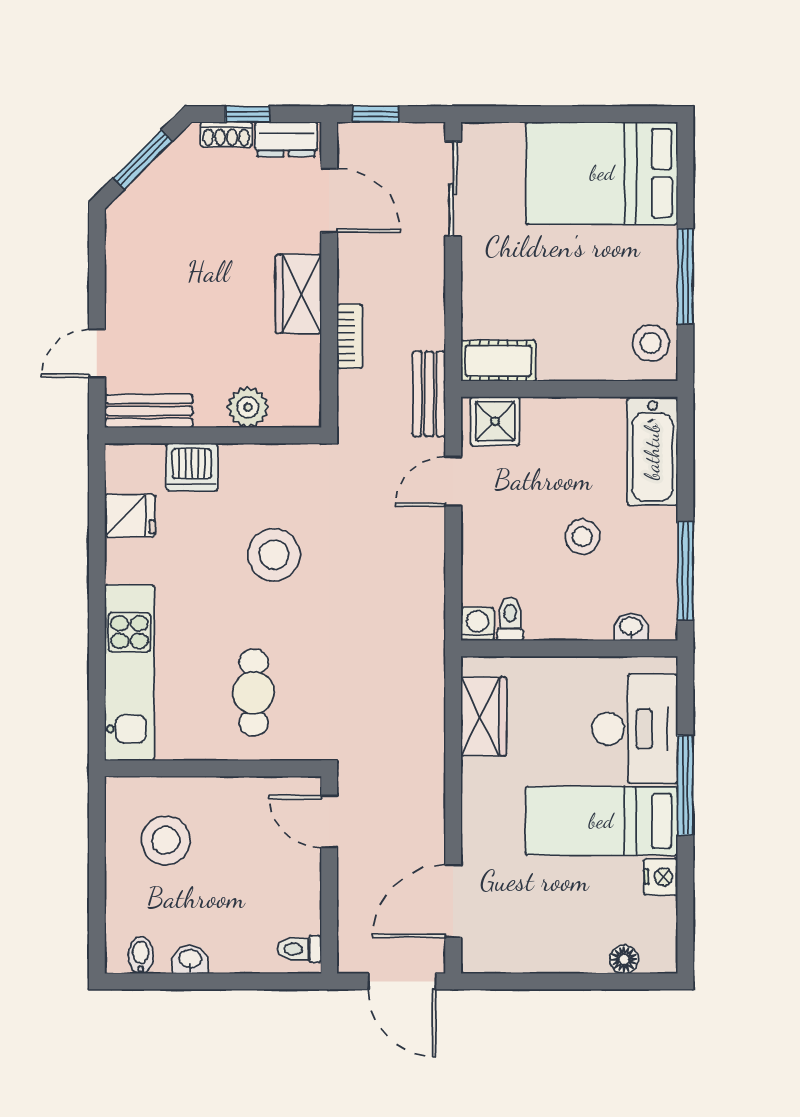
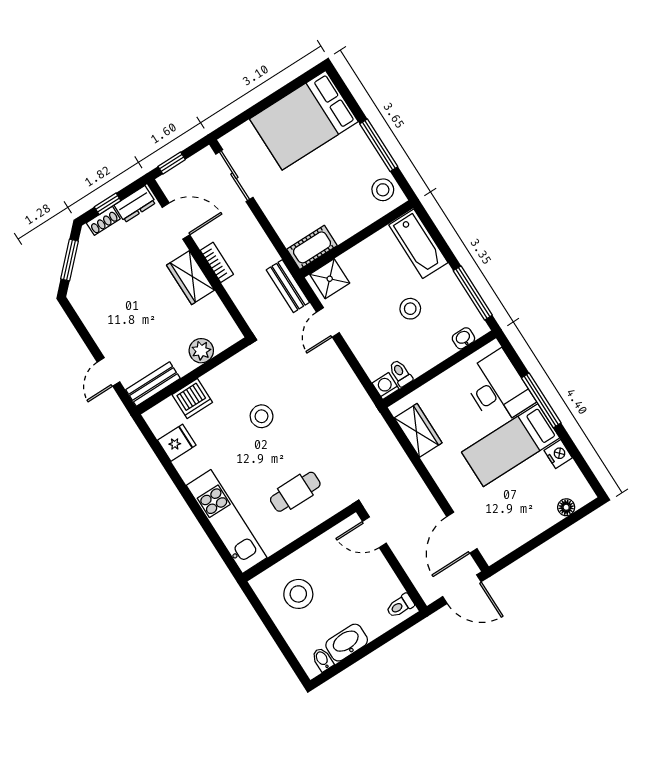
bookcase: (350, 336) -> (217, 262), moved
stool: (274, 555) -> (262, 416), width x0.73, depth x0.73
cafe table: (254, 693) -> (295, 492), turned 90
washbasin: (190, 959) -> (347, 643), width x1.91, depth x1.45

